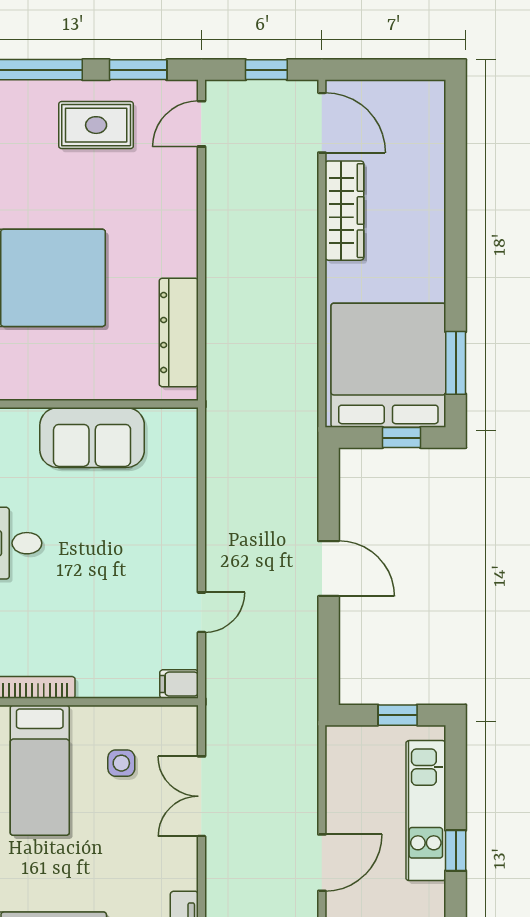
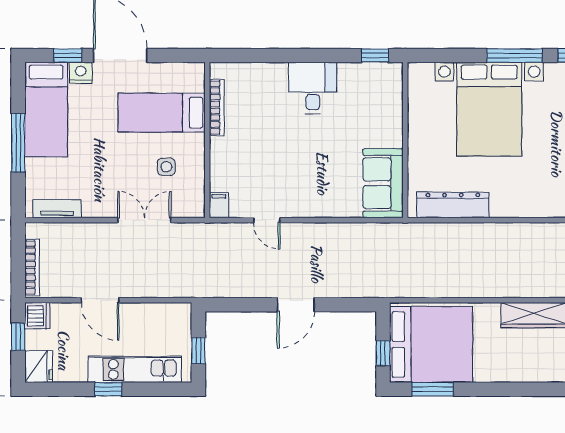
sofa: (92, 438) -> (383, 183), moved

